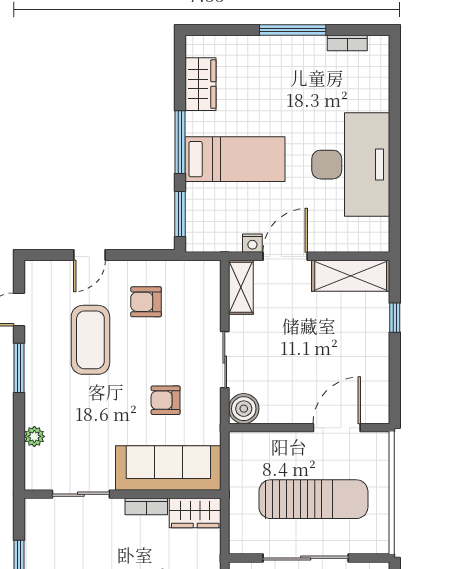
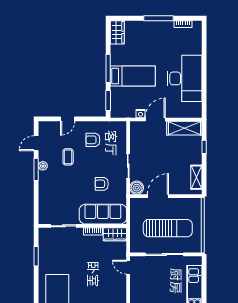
wardrobe: (200, 84) -> (117, 32), moved
shelving: (241, 287) -> (196, 177), moved
coffee table: (90, 340) -> (68, 157), width x0.54, depth x0.58
door: (337, 428) -> (158, 196), moved
plant: (34, 436) -> (43, 166), moved

